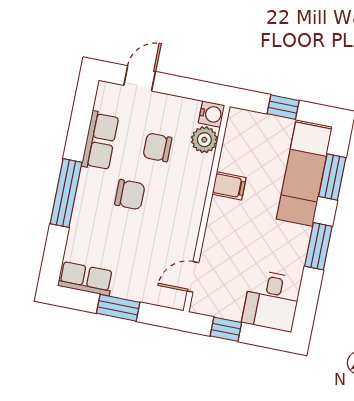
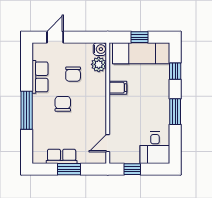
chair: (157, 147) -> (73, 74), turned -90
exam couch: (304, 174) -> (141, 53), moved, turned -90
window: (332, 177) -> (175, 71), width x0.67
chair: (130, 195) -> (63, 104), turned -90
row of seats: (86, 279) -> (62, 156), moved

